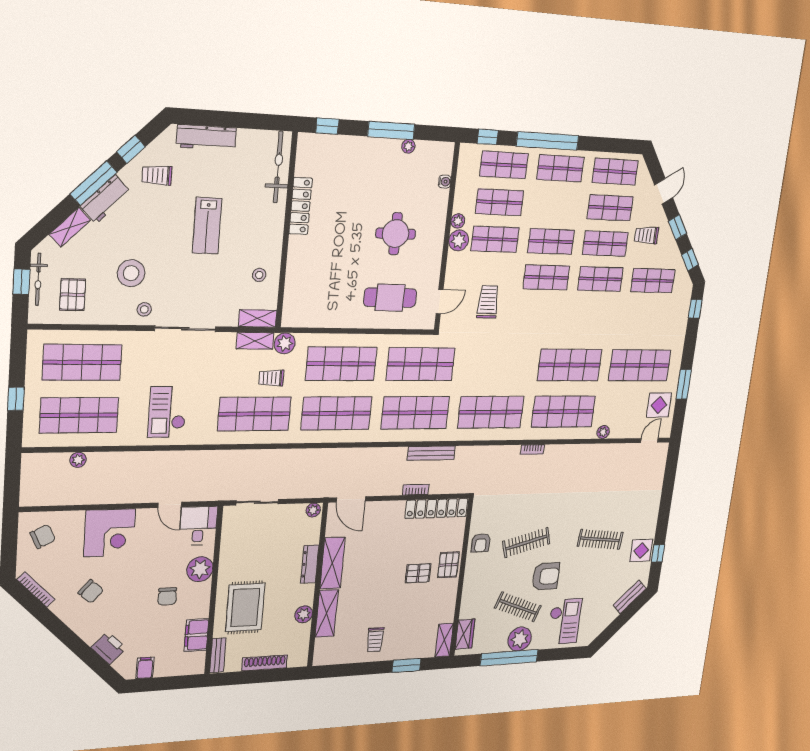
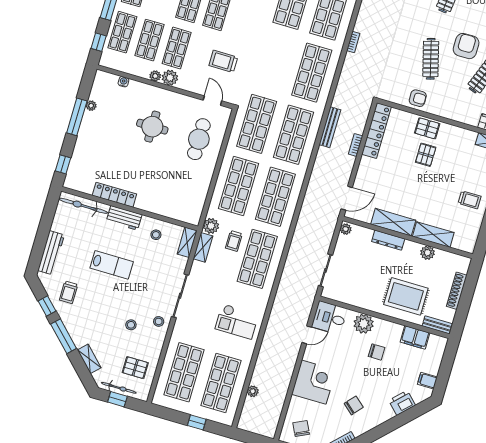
workbench: (106, 199) -> (124, 218), moved, turned 135
stool: (131, 273) -> (131, 325), width x0.53, depth x0.53

